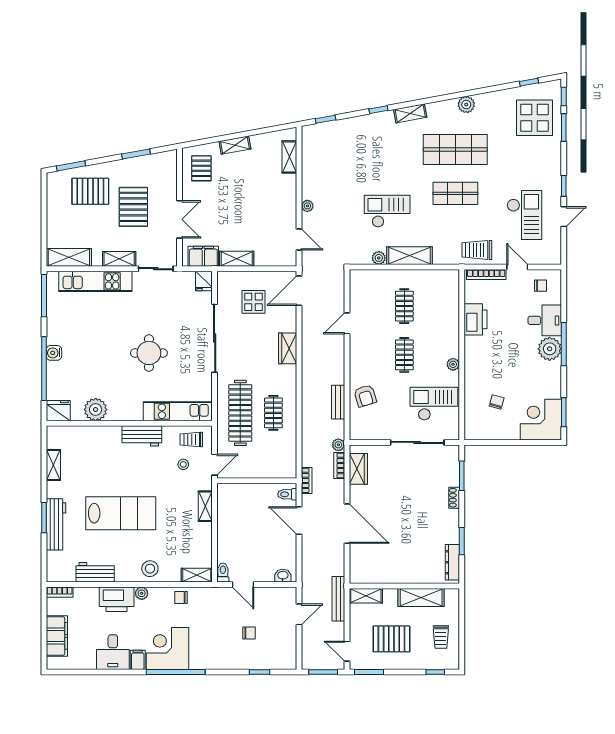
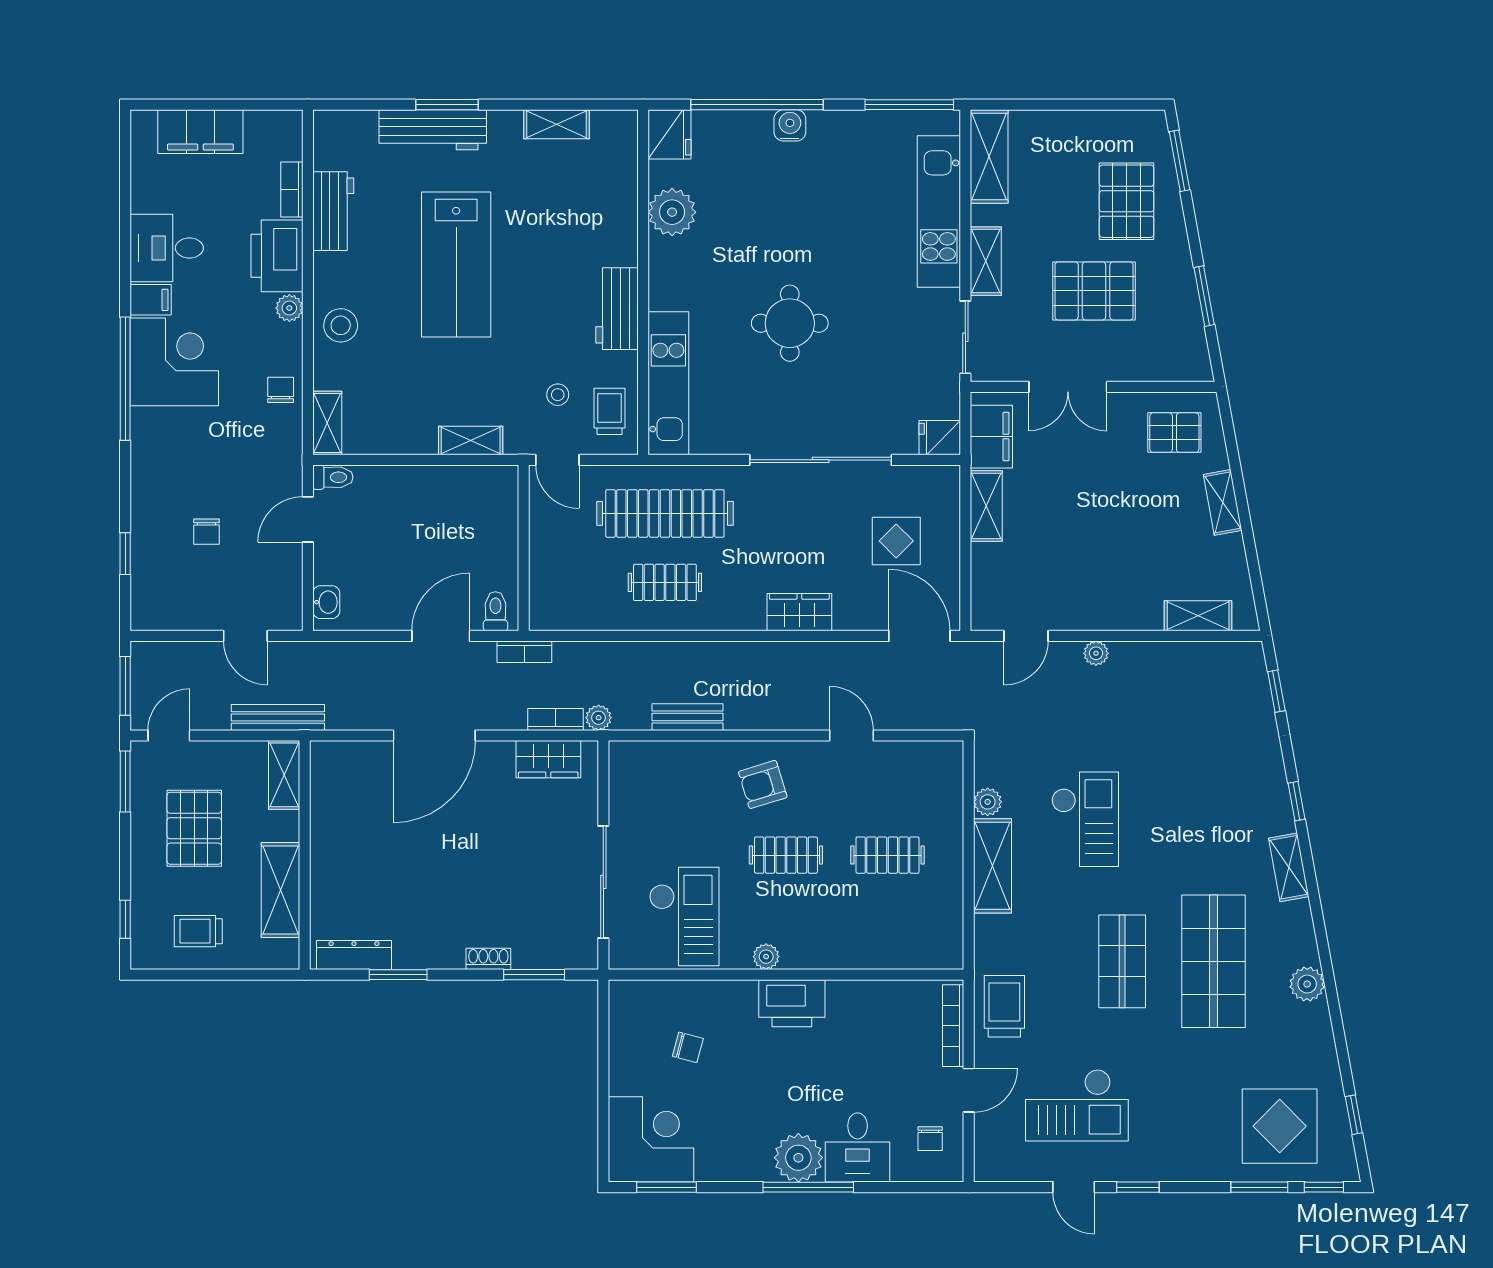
printer: (475, 319) -> (792, 1003), moved
armchair: (365, 396) -> (763, 784), moved
bookcase: (60, 592) -> (292, 190), moved

